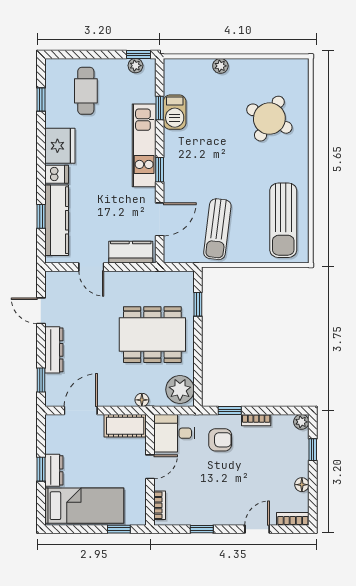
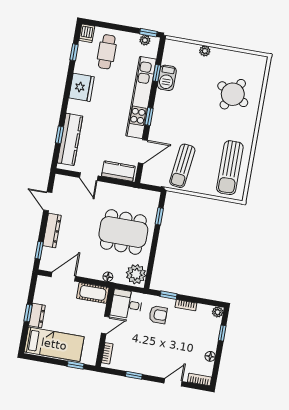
kitchen unit: (144, 145) -> (141, 98), width x1.36
dishwasher: (57, 174) -> (87, 33), moved, turned 90

